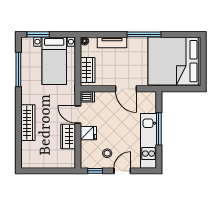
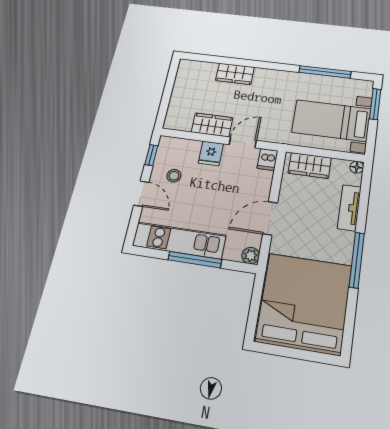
plant: (151, 96) -> (251, 256), added
wardrobe: (28, 123) -> (235, 74), width x0.67

